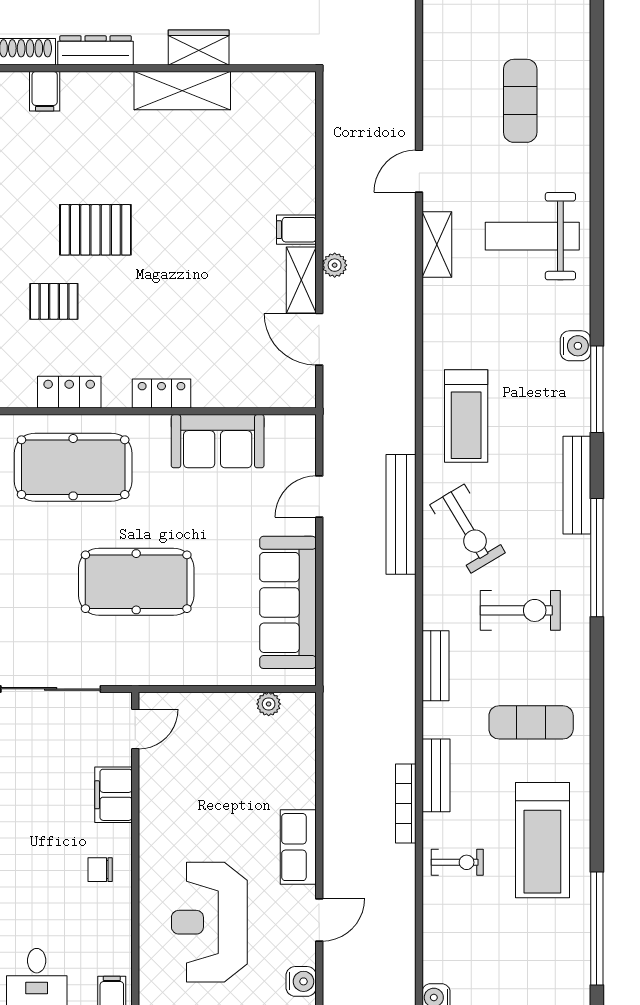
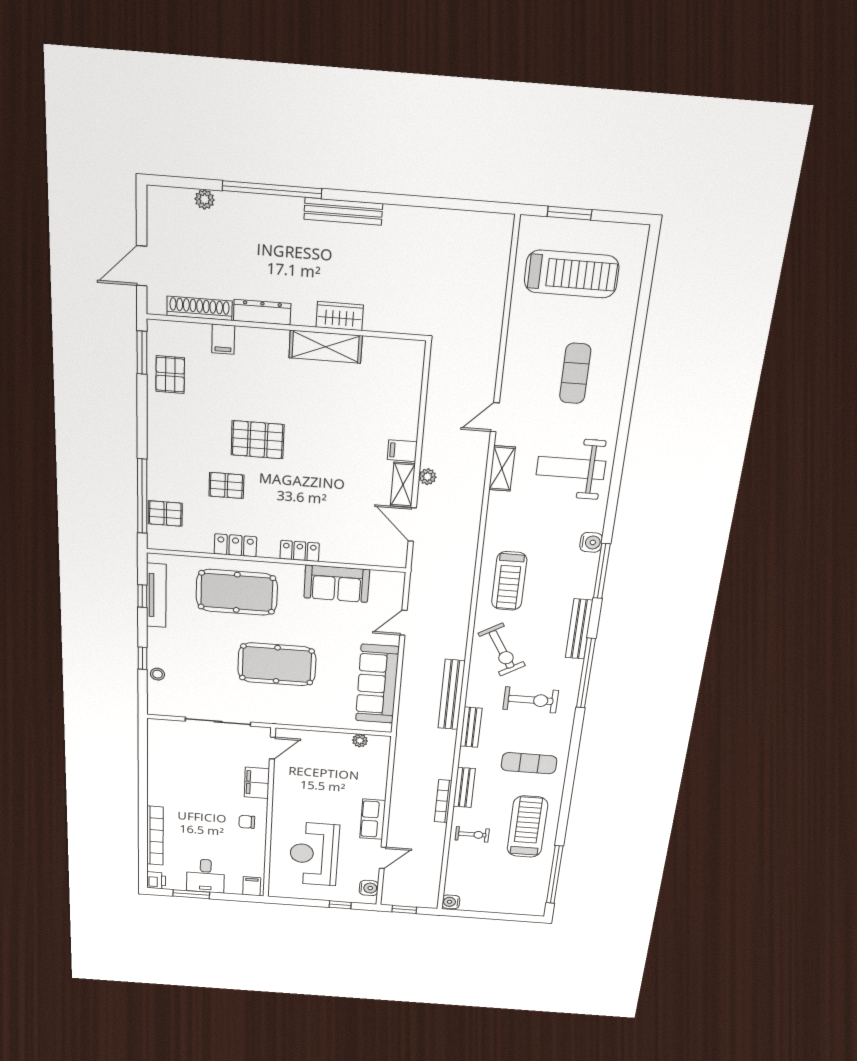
bench: (401, 514) -> (452, 695), moved
treadmill: (542, 840) -> (527, 827), turned 180

